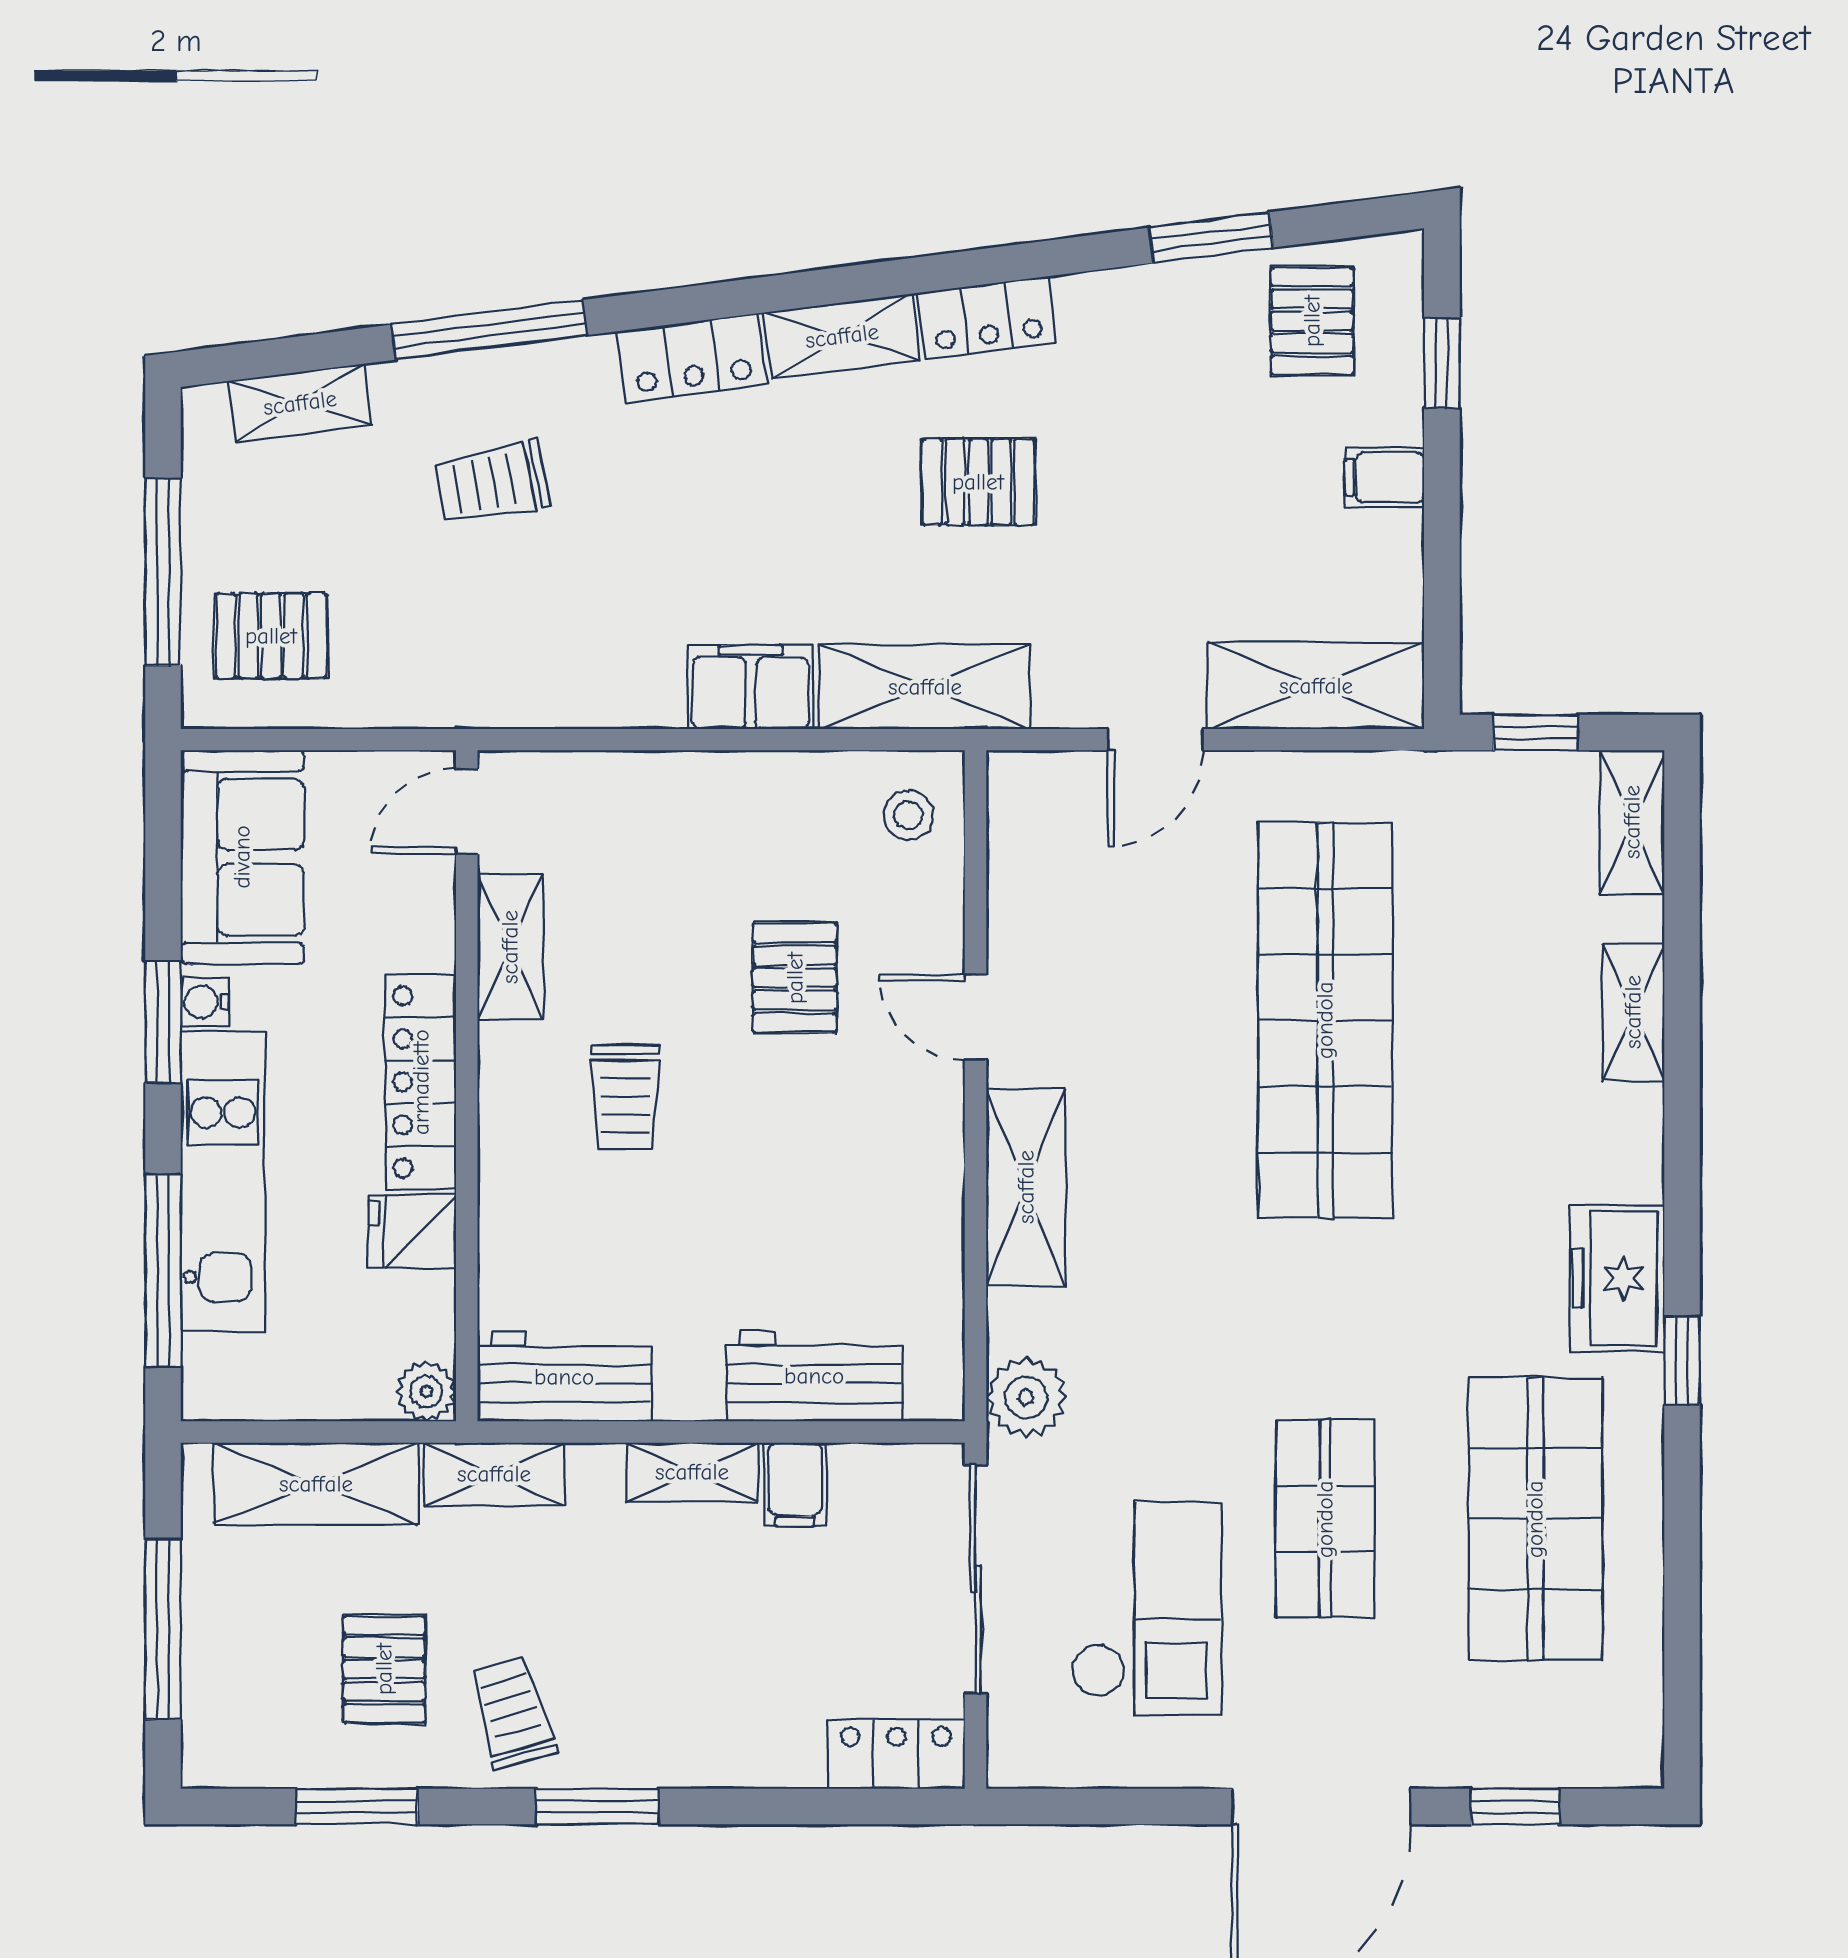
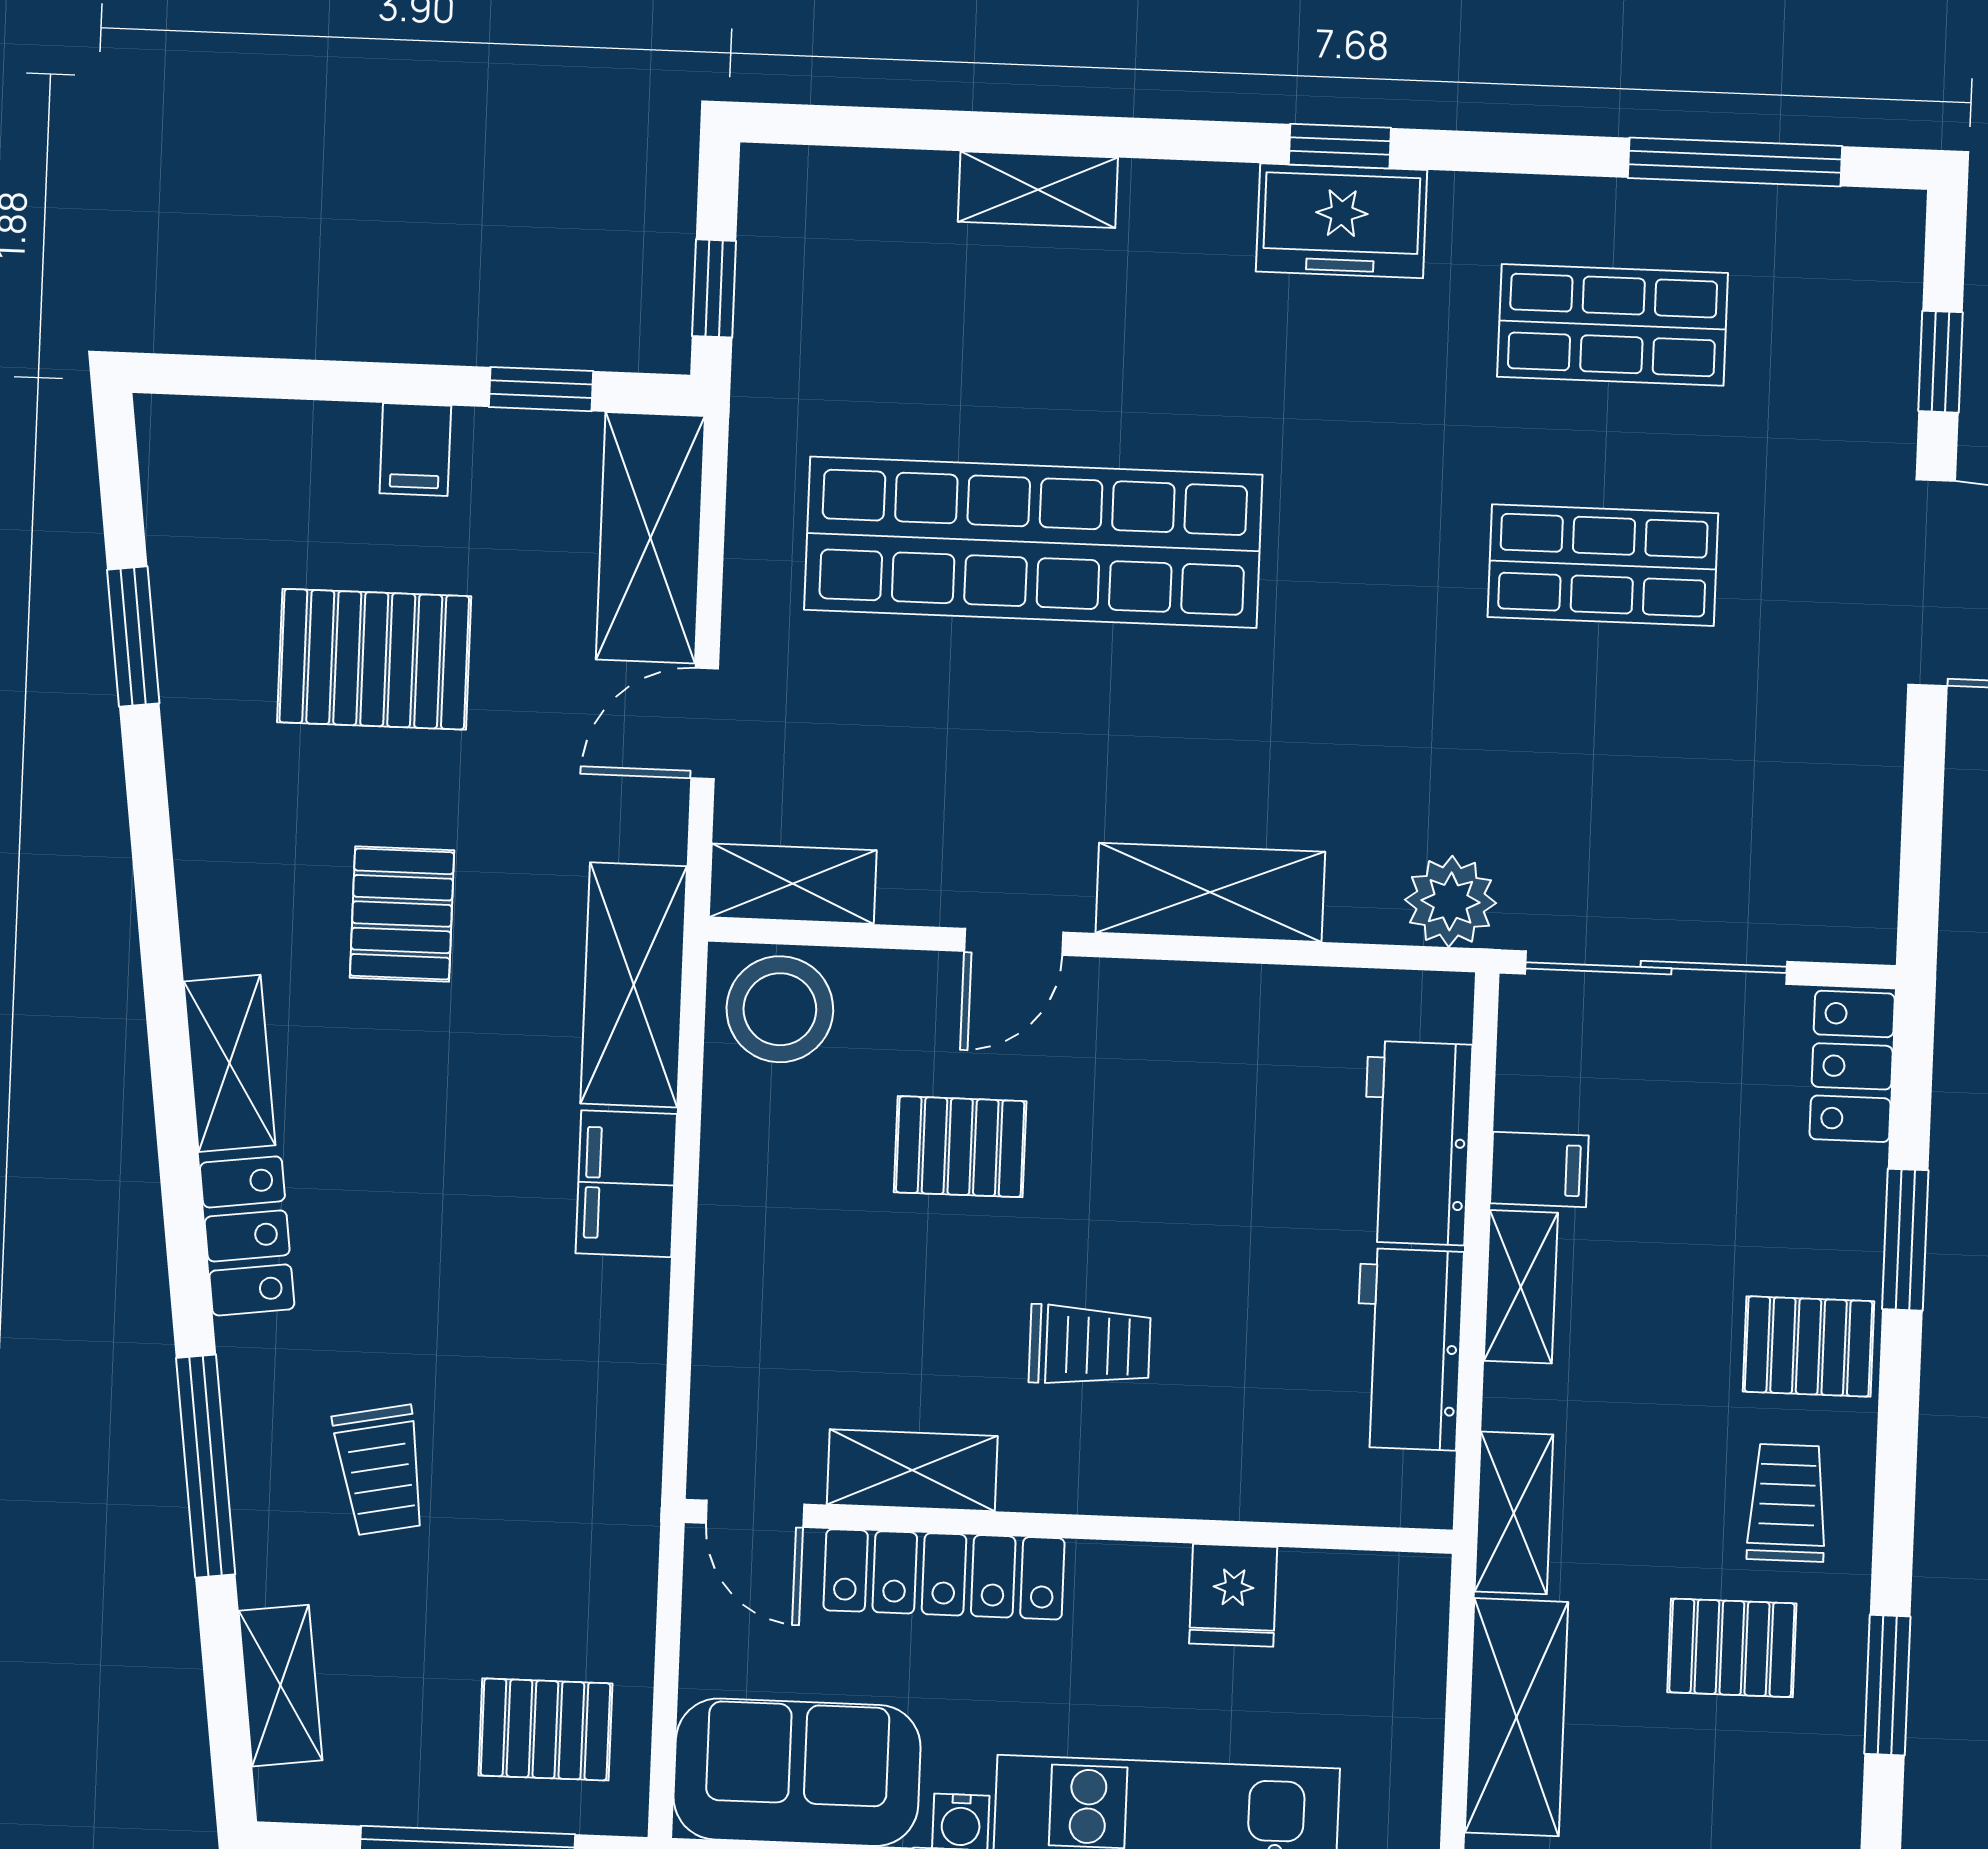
locker: (987, 318) -> (214, 897), removed
pallet: (1312, 321) -> (374, 659), moved, width x1.50, depth x1.42
window: (1442, 363) -> (541, 389), moved
pallet: (271, 636) -> (545, 1729), turned 90
door: (1155, 740) -> (705, 724), swing flipped
stool: (908, 815) -> (780, 1009), width x1.89, depth x1.89
shelving: (1632, 822) -> (793, 884), moved
locker: (421, 1082) -> (944, 1574), moved
window: (1682, 1361) -> (1340, 146), moved
workbench: (564, 1377) -> (1409, 1349), moved
plant: (426, 1391) -> (1416, 1587), removed
shop shelf: (1535, 1519) -> (1613, 325), width x0.70, depth x0.74
checkout: (1146, 1608) -> (1697, 774), removed
window: (1682, 1620) -> (1735, 162), added
trolley: (513, 1713) -> (1787, 1503), turned 106
pallet: (650, 1726) -> (1809, 1346), added
window: (597, 1807) -> (1905, 1240), moved

